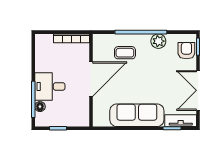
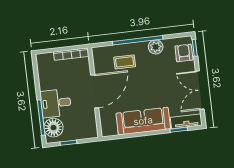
floor lamp: (40, 107) -> (53, 128), width x1.89, depth x1.89

